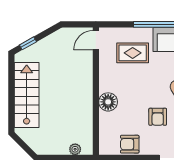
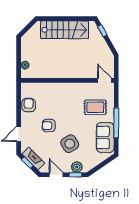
rug: (133, 53) -> (95, 107), turned 90
floor lamp: (108, 102) -> (60, 89), removed

